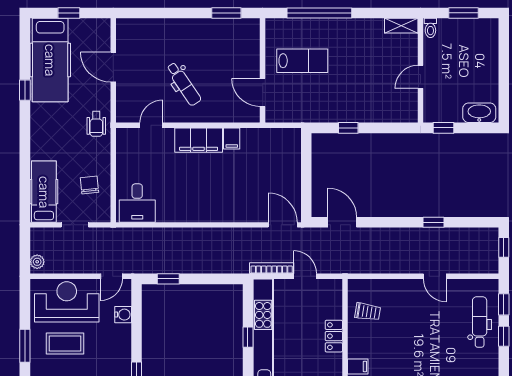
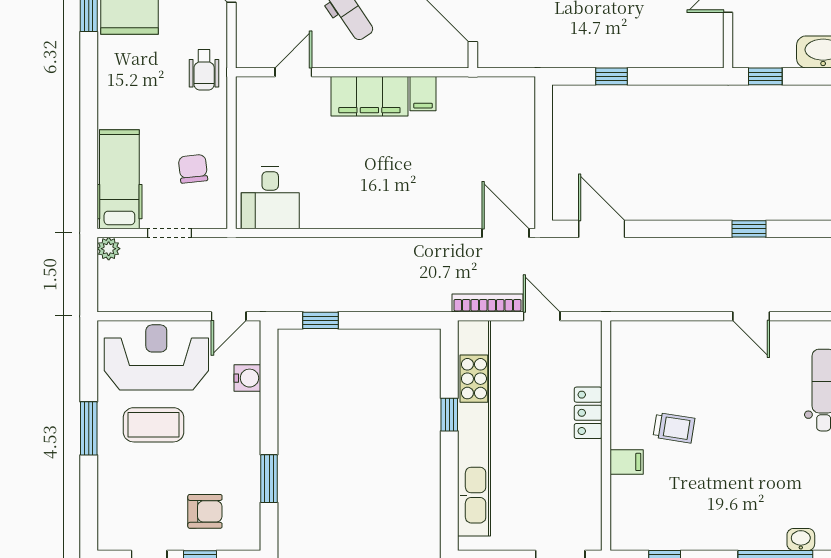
plant: (37, 262) -> (109, 249), moved
trolley: (368, 312) -> (674, 428), moved

